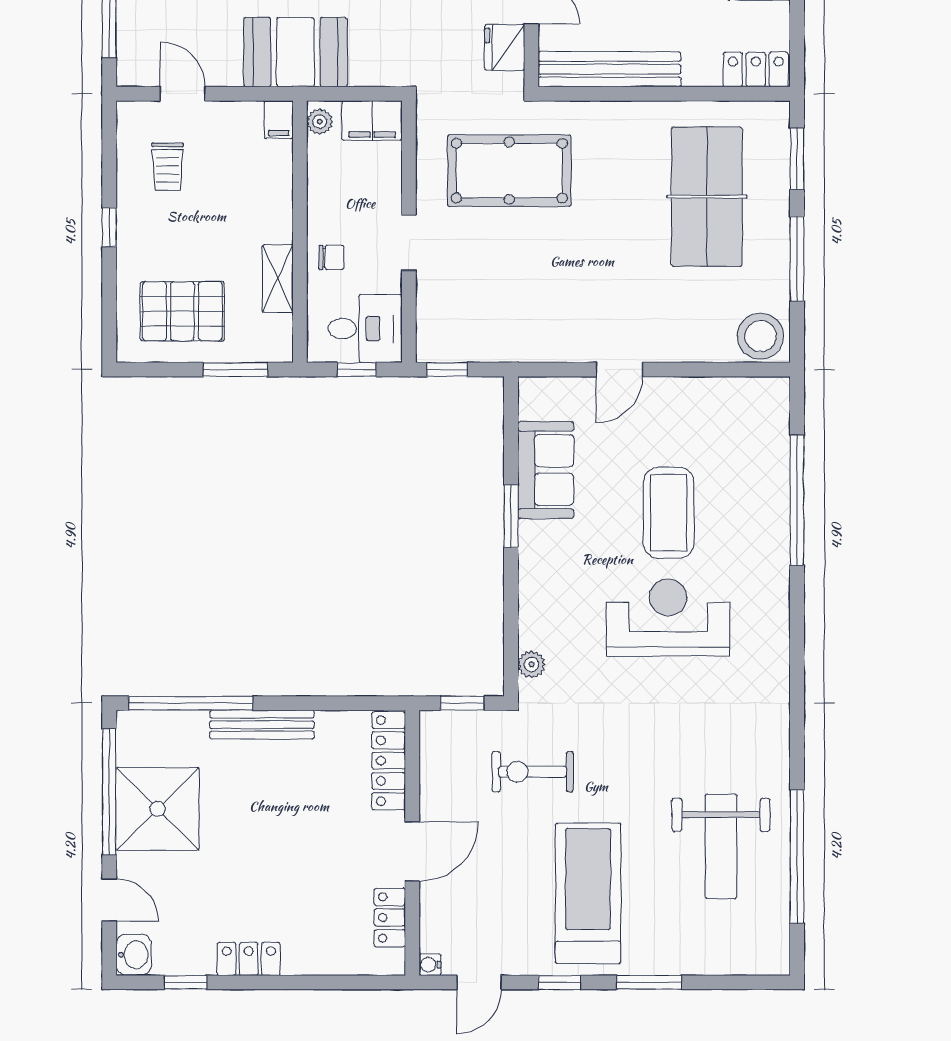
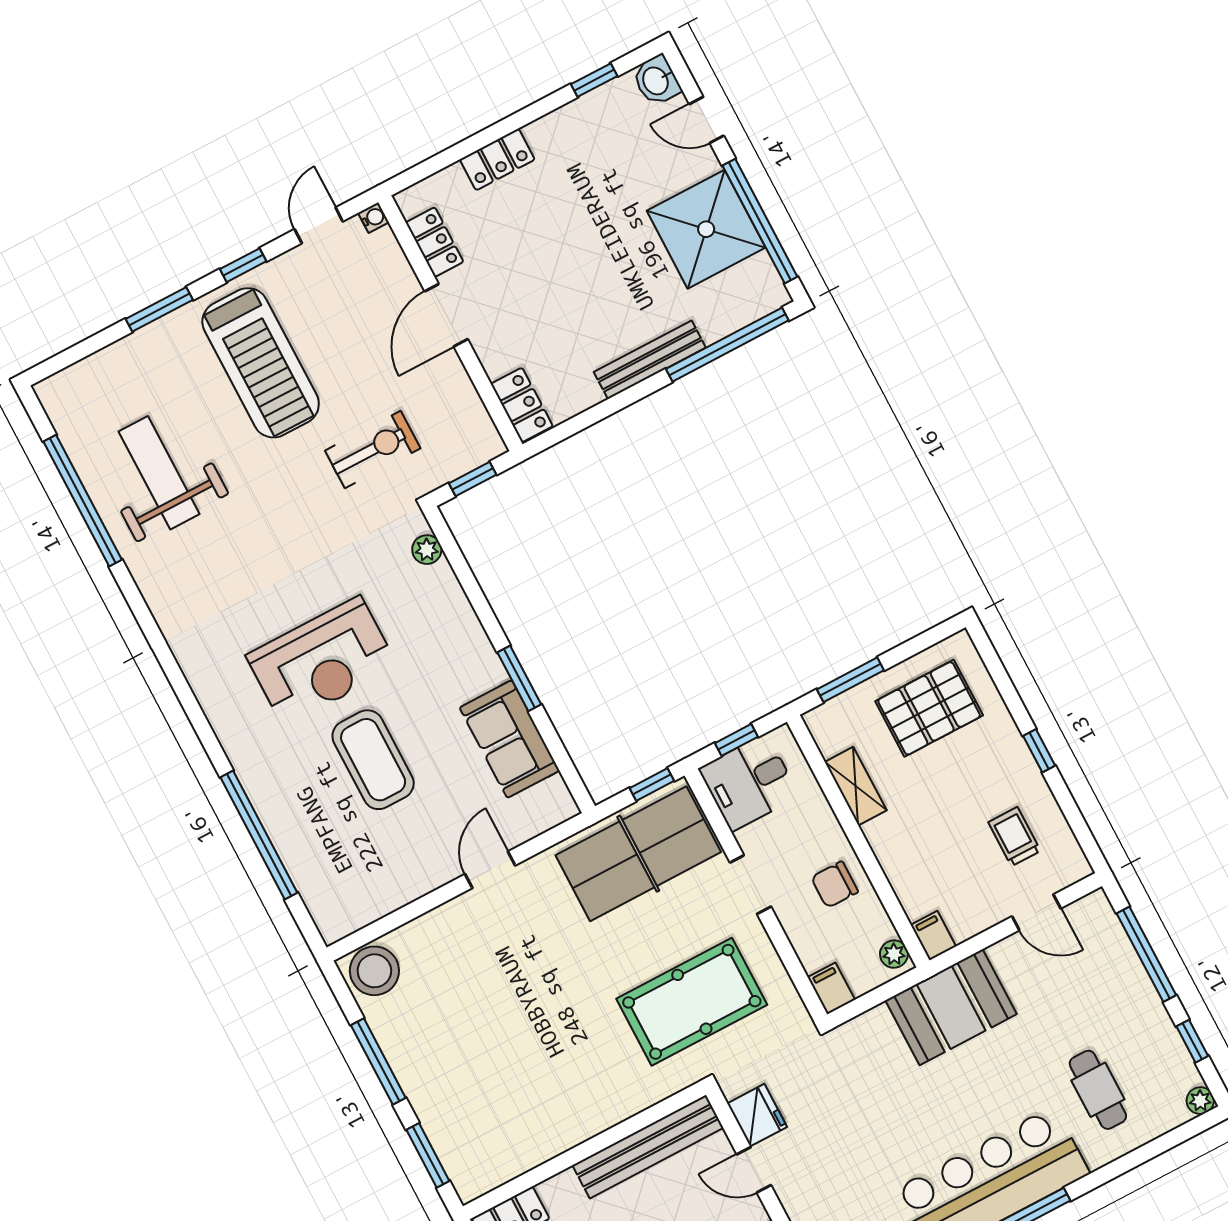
filing cabinet: (372, 121) -> (831, 988), width x0.50
table tennis table: (707, 197) -> (638, 854), moved, turned 90
chair: (331, 258) -> (835, 885), moved, width x1.37, depth x1.37
locker: (389, 761) -> (522, 405), width x0.66
locker: (249, 959) -> (497, 159), moved

